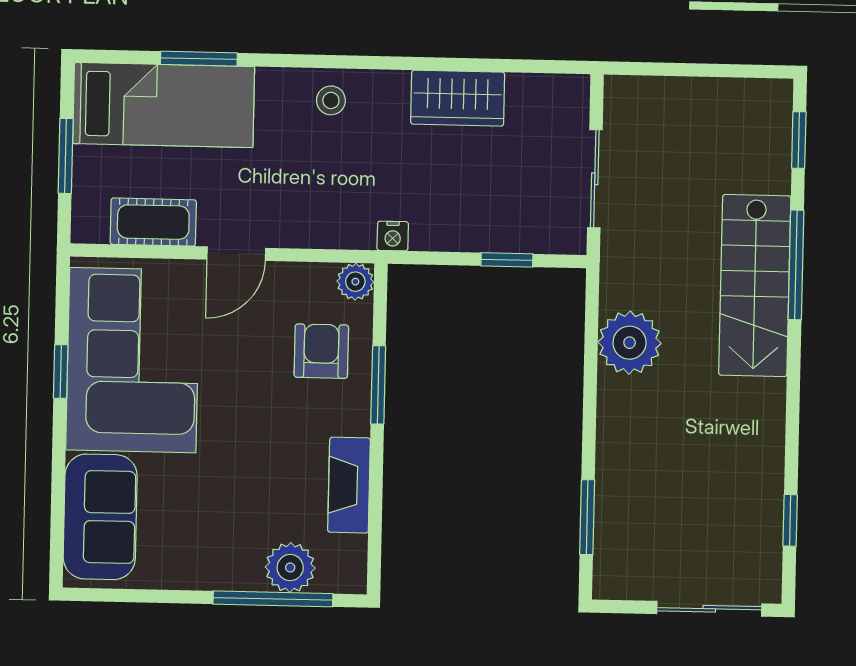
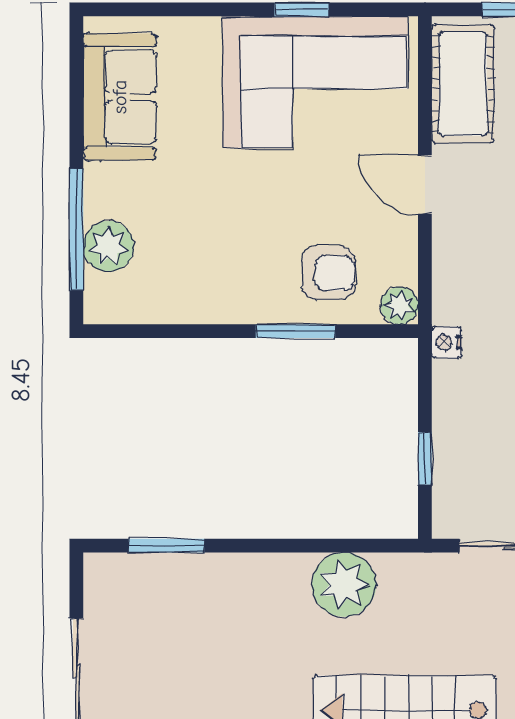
cot: (153, 222) -> (463, 84), width x1.37, depth x1.34
fireplace: (349, 485) -> (193, 304), removed
sofa: (100, 517) -> (120, 97), moved, turned -90

